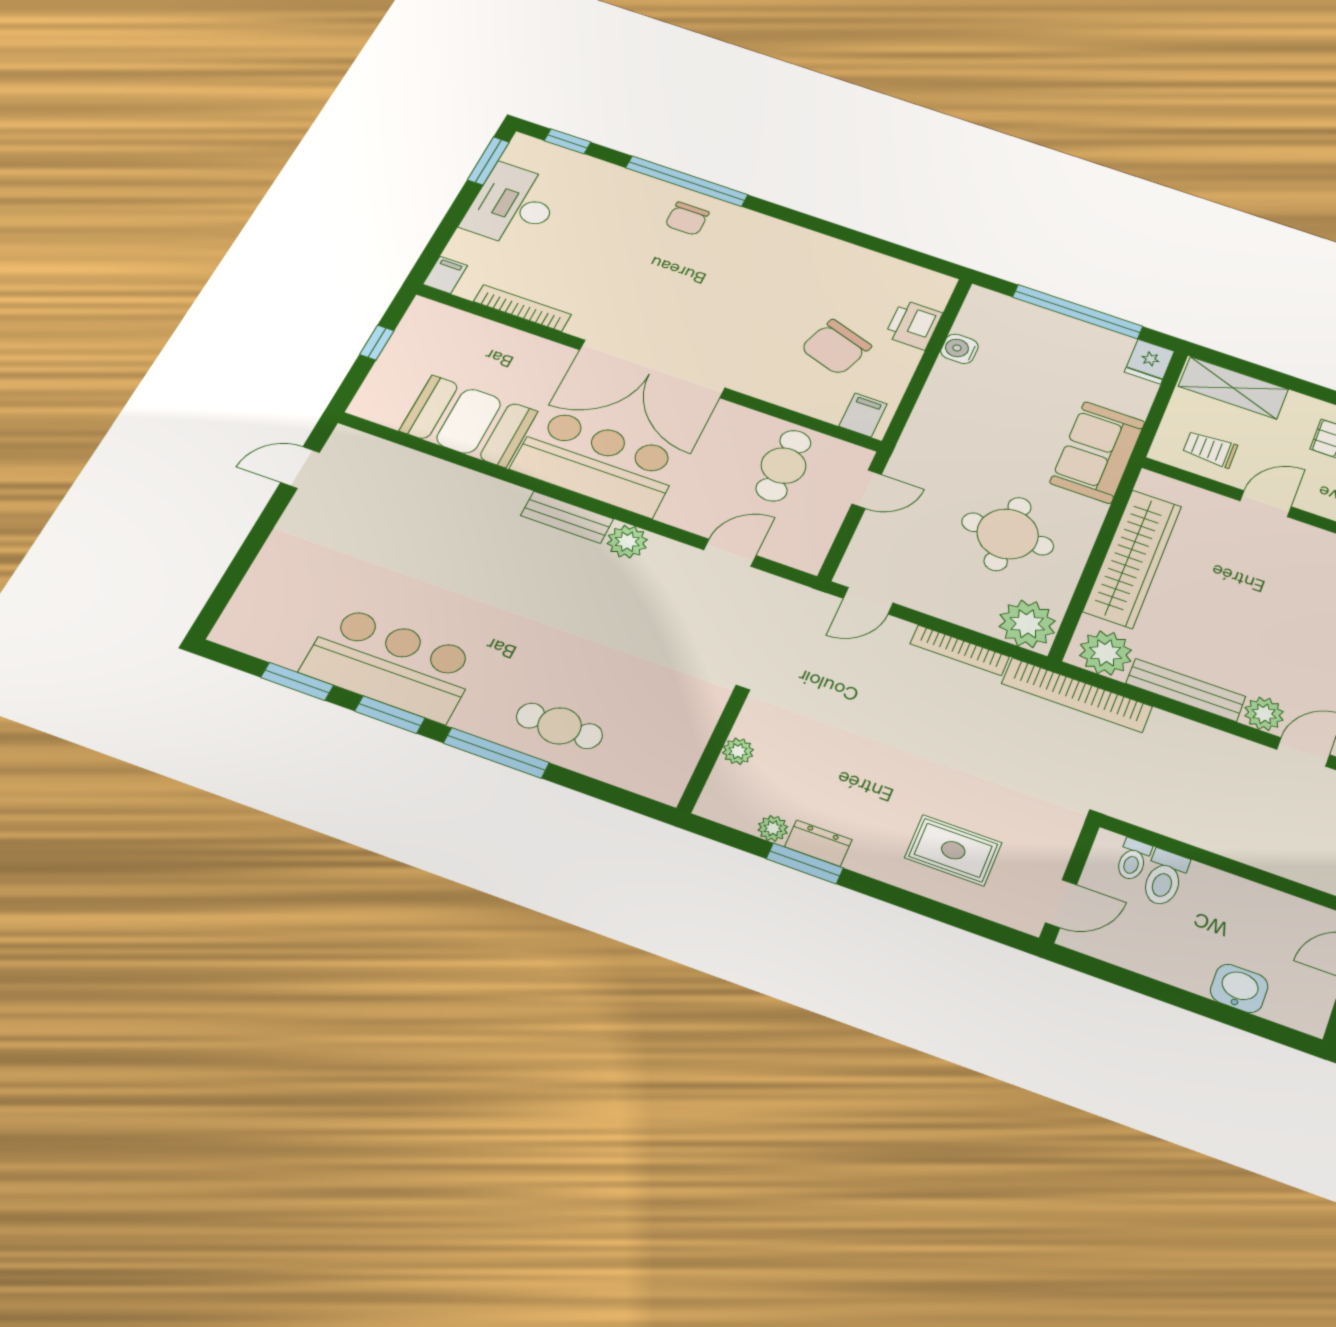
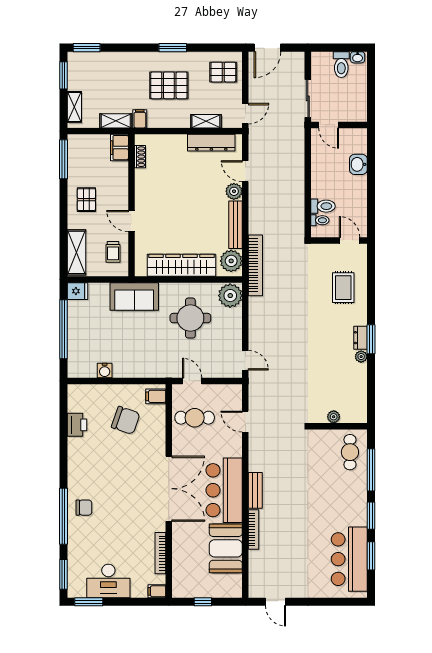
window: (568, 141) -> (63, 574), width x1.50
printer: (914, 325) -> (77, 425), moved, turned -90
plant: (627, 542) -> (257, 463), removed
bookcase: (960, 650) -> (254, 530), moved
bar counter: (391, 664) -> (349, 559), moved
plant: (738, 751) -> (334, 417), moved
wall: (711, 754) -> (339, 426), moved

